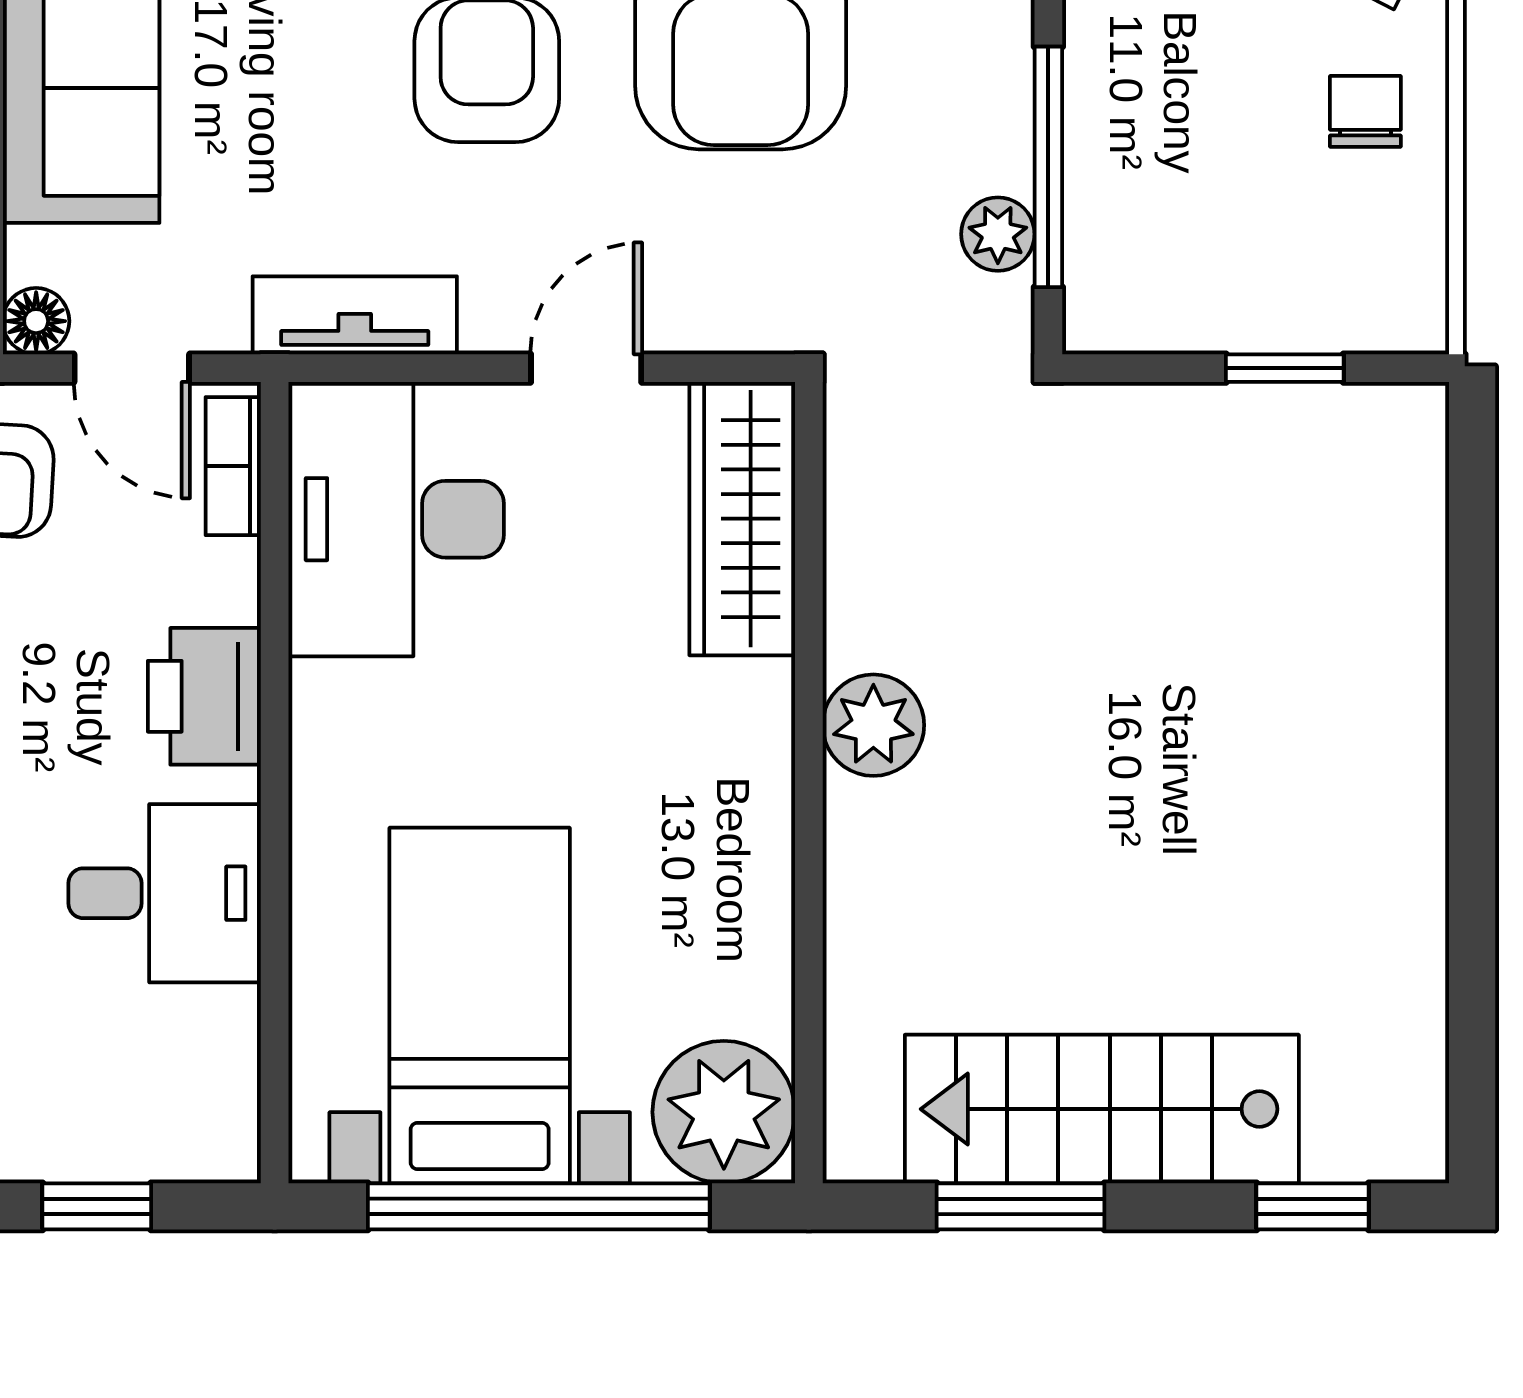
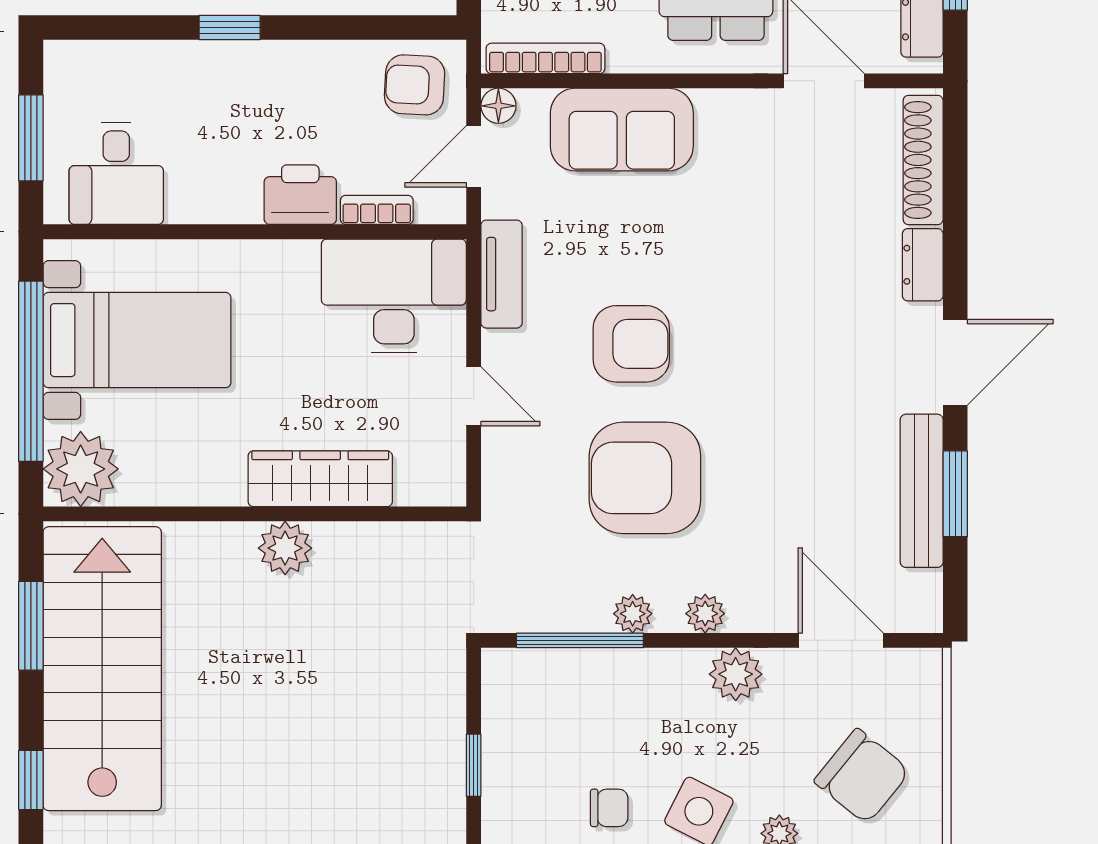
plant: (998, 234) -> (633, 614), moved
bookcase: (233, 466) -> (377, 210), moved
wardrobe: (742, 519) -> (320, 479), moved
desk: (165, 893) -> (116, 174), moved
stairs: (1102, 1109) -> (102, 669), width x1.36, depth x1.51
window: (97, 1206) -> (31, 138), width x1.50

